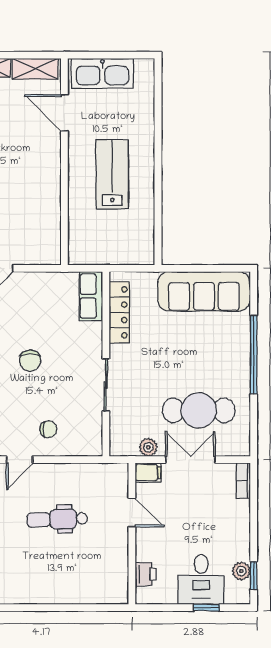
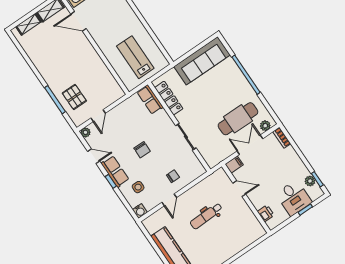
lab bench: (112, 174) -> (135, 57), moved
plant: (148, 447) -> (265, 126), moved

